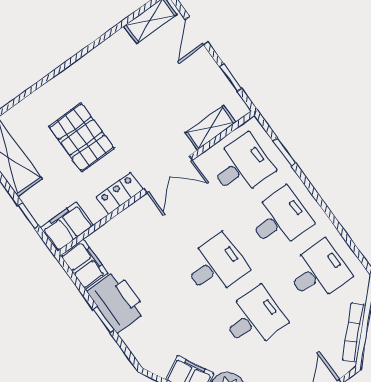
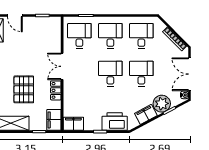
shelving: (210, 128) -> (56, 37), removed
pallet: (82, 137) -> (24, 89), turned 90
double door: (168, 174) -> (62, 66), swing flipped
printer: (117, 302) -> (115, 122), moved

